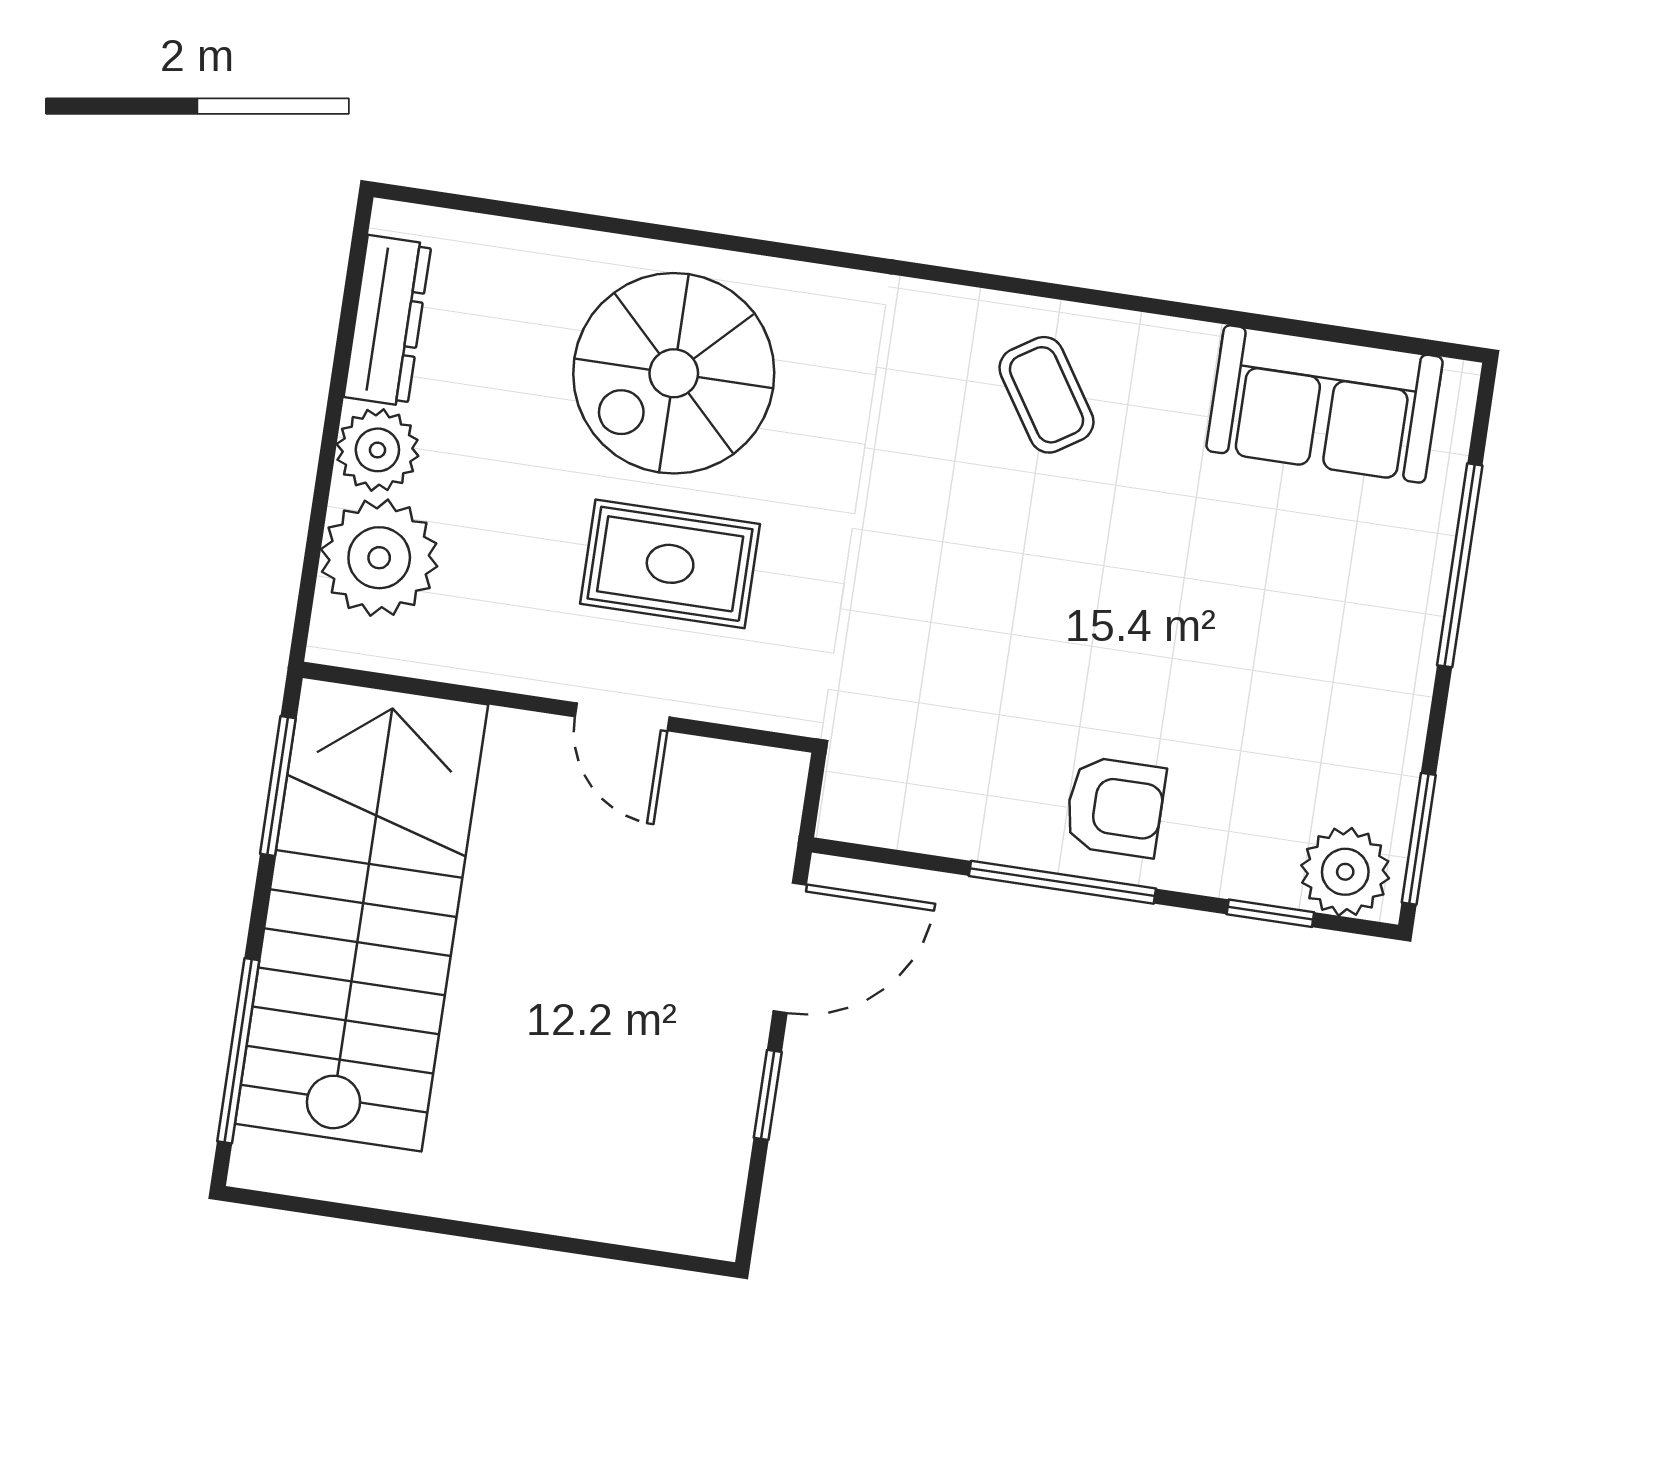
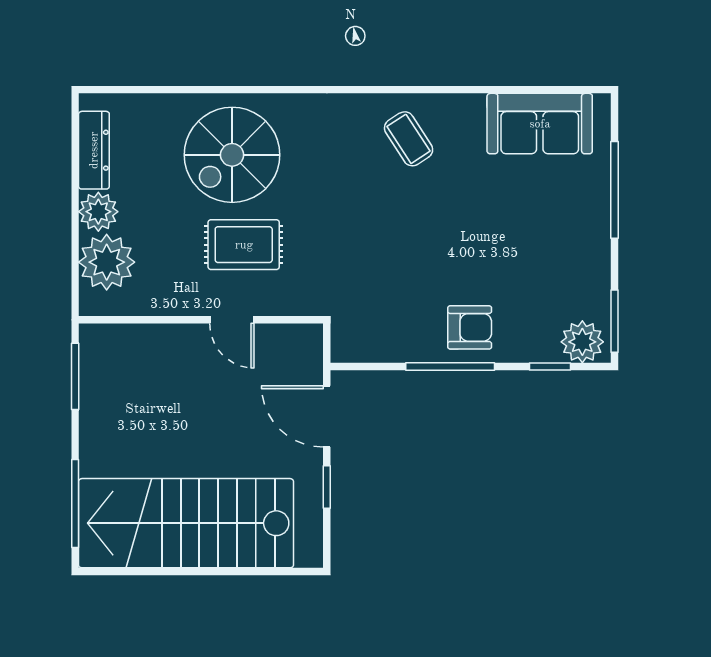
stairs: (362, 914) -> (186, 523), moved, turned -90
door: (790, 948) -> (327, 416), swing flipped

